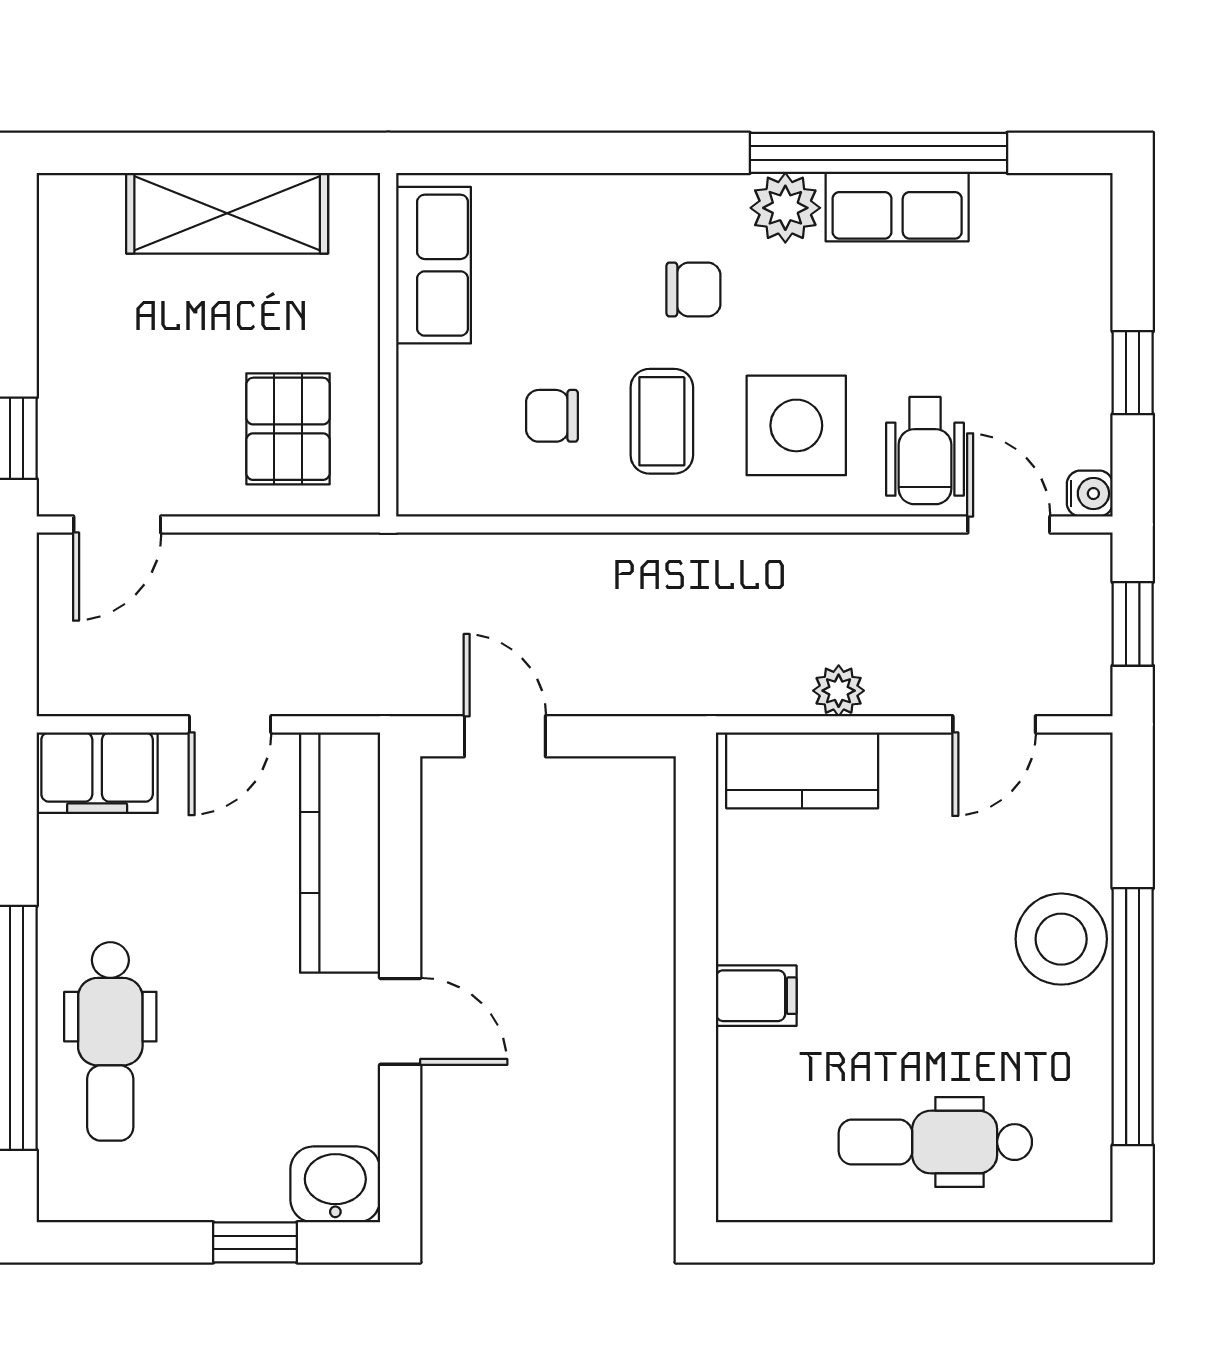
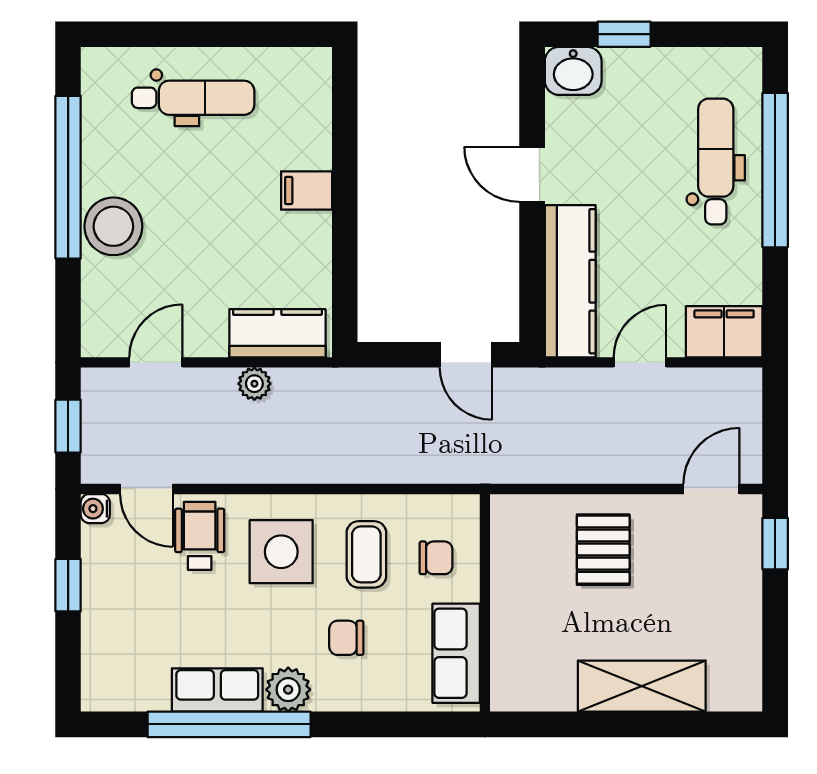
row of seats: (434, 265) -> (456, 653), moved
wall: (388, 345) -> (485, 603), moved

